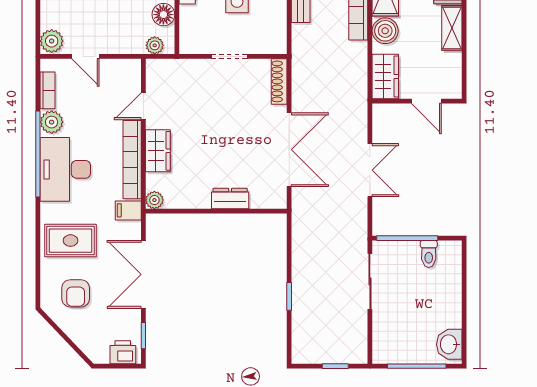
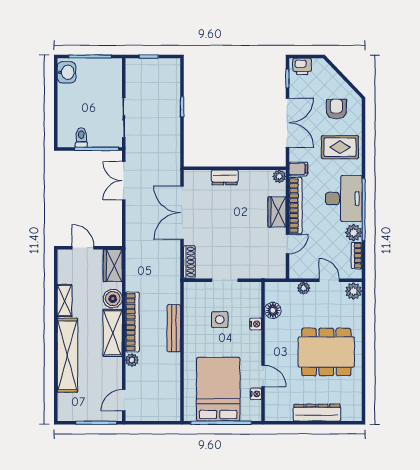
plant: (155, 45) -> (304, 288), moved
double door: (370, 170) -> (124, 181), moved

